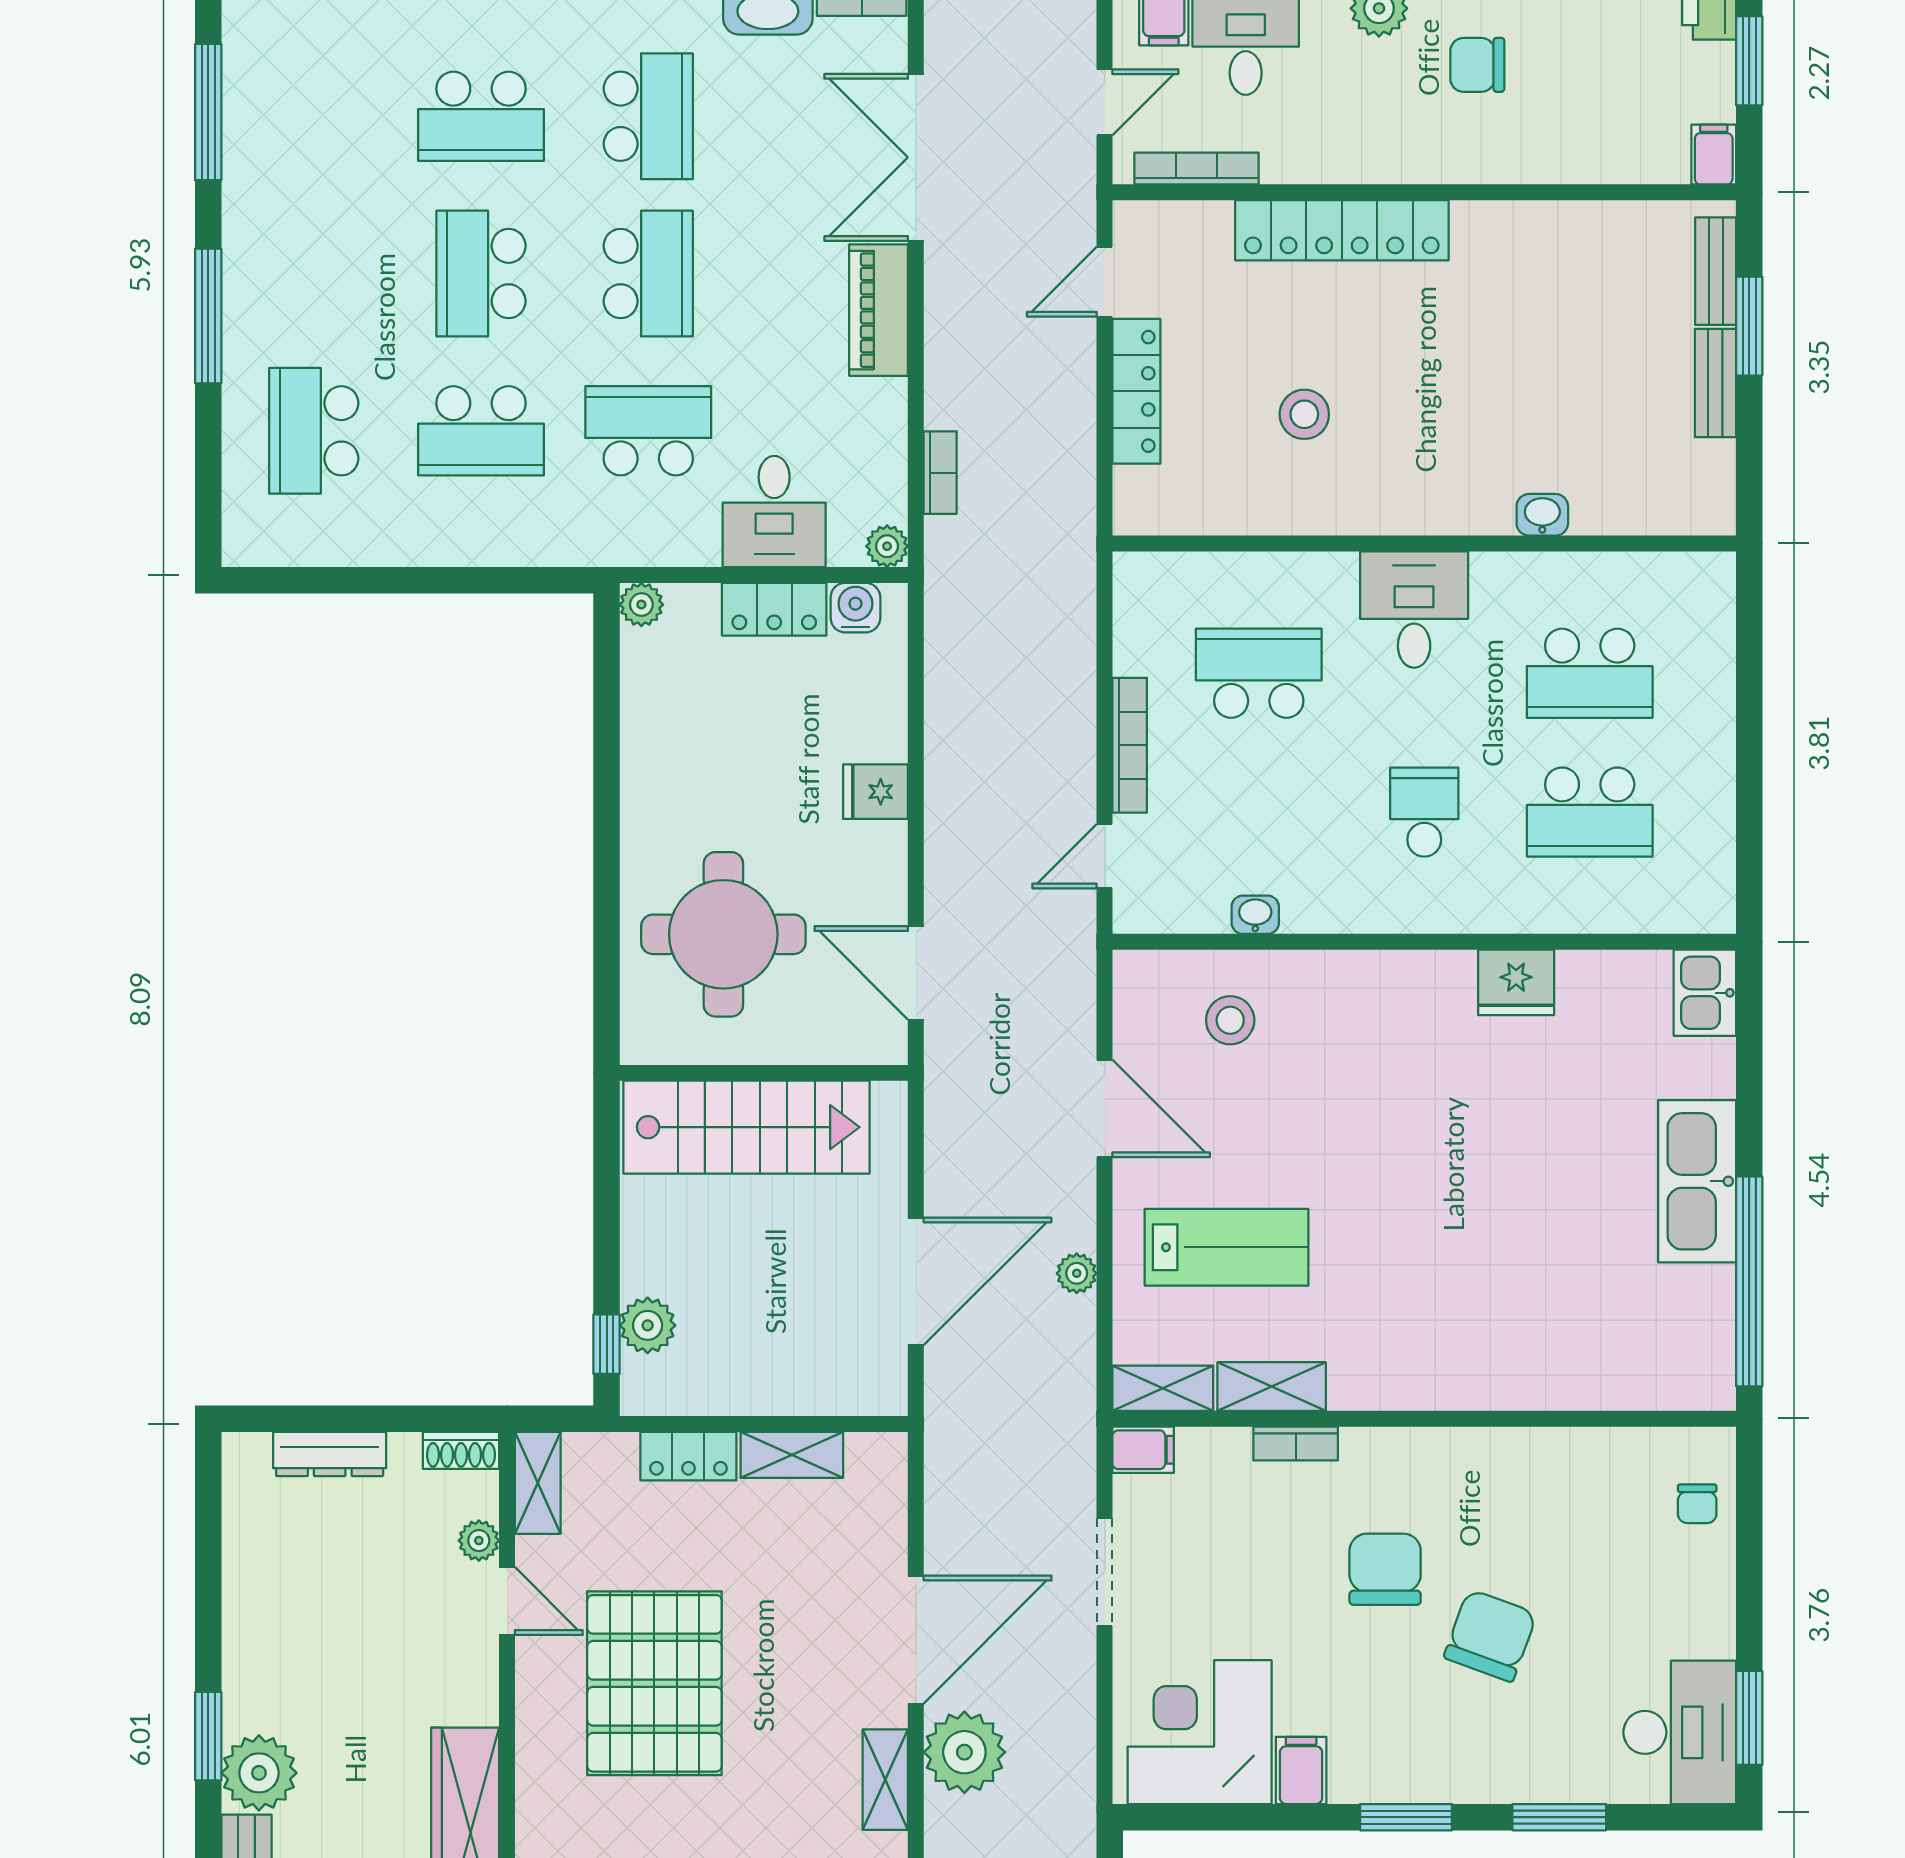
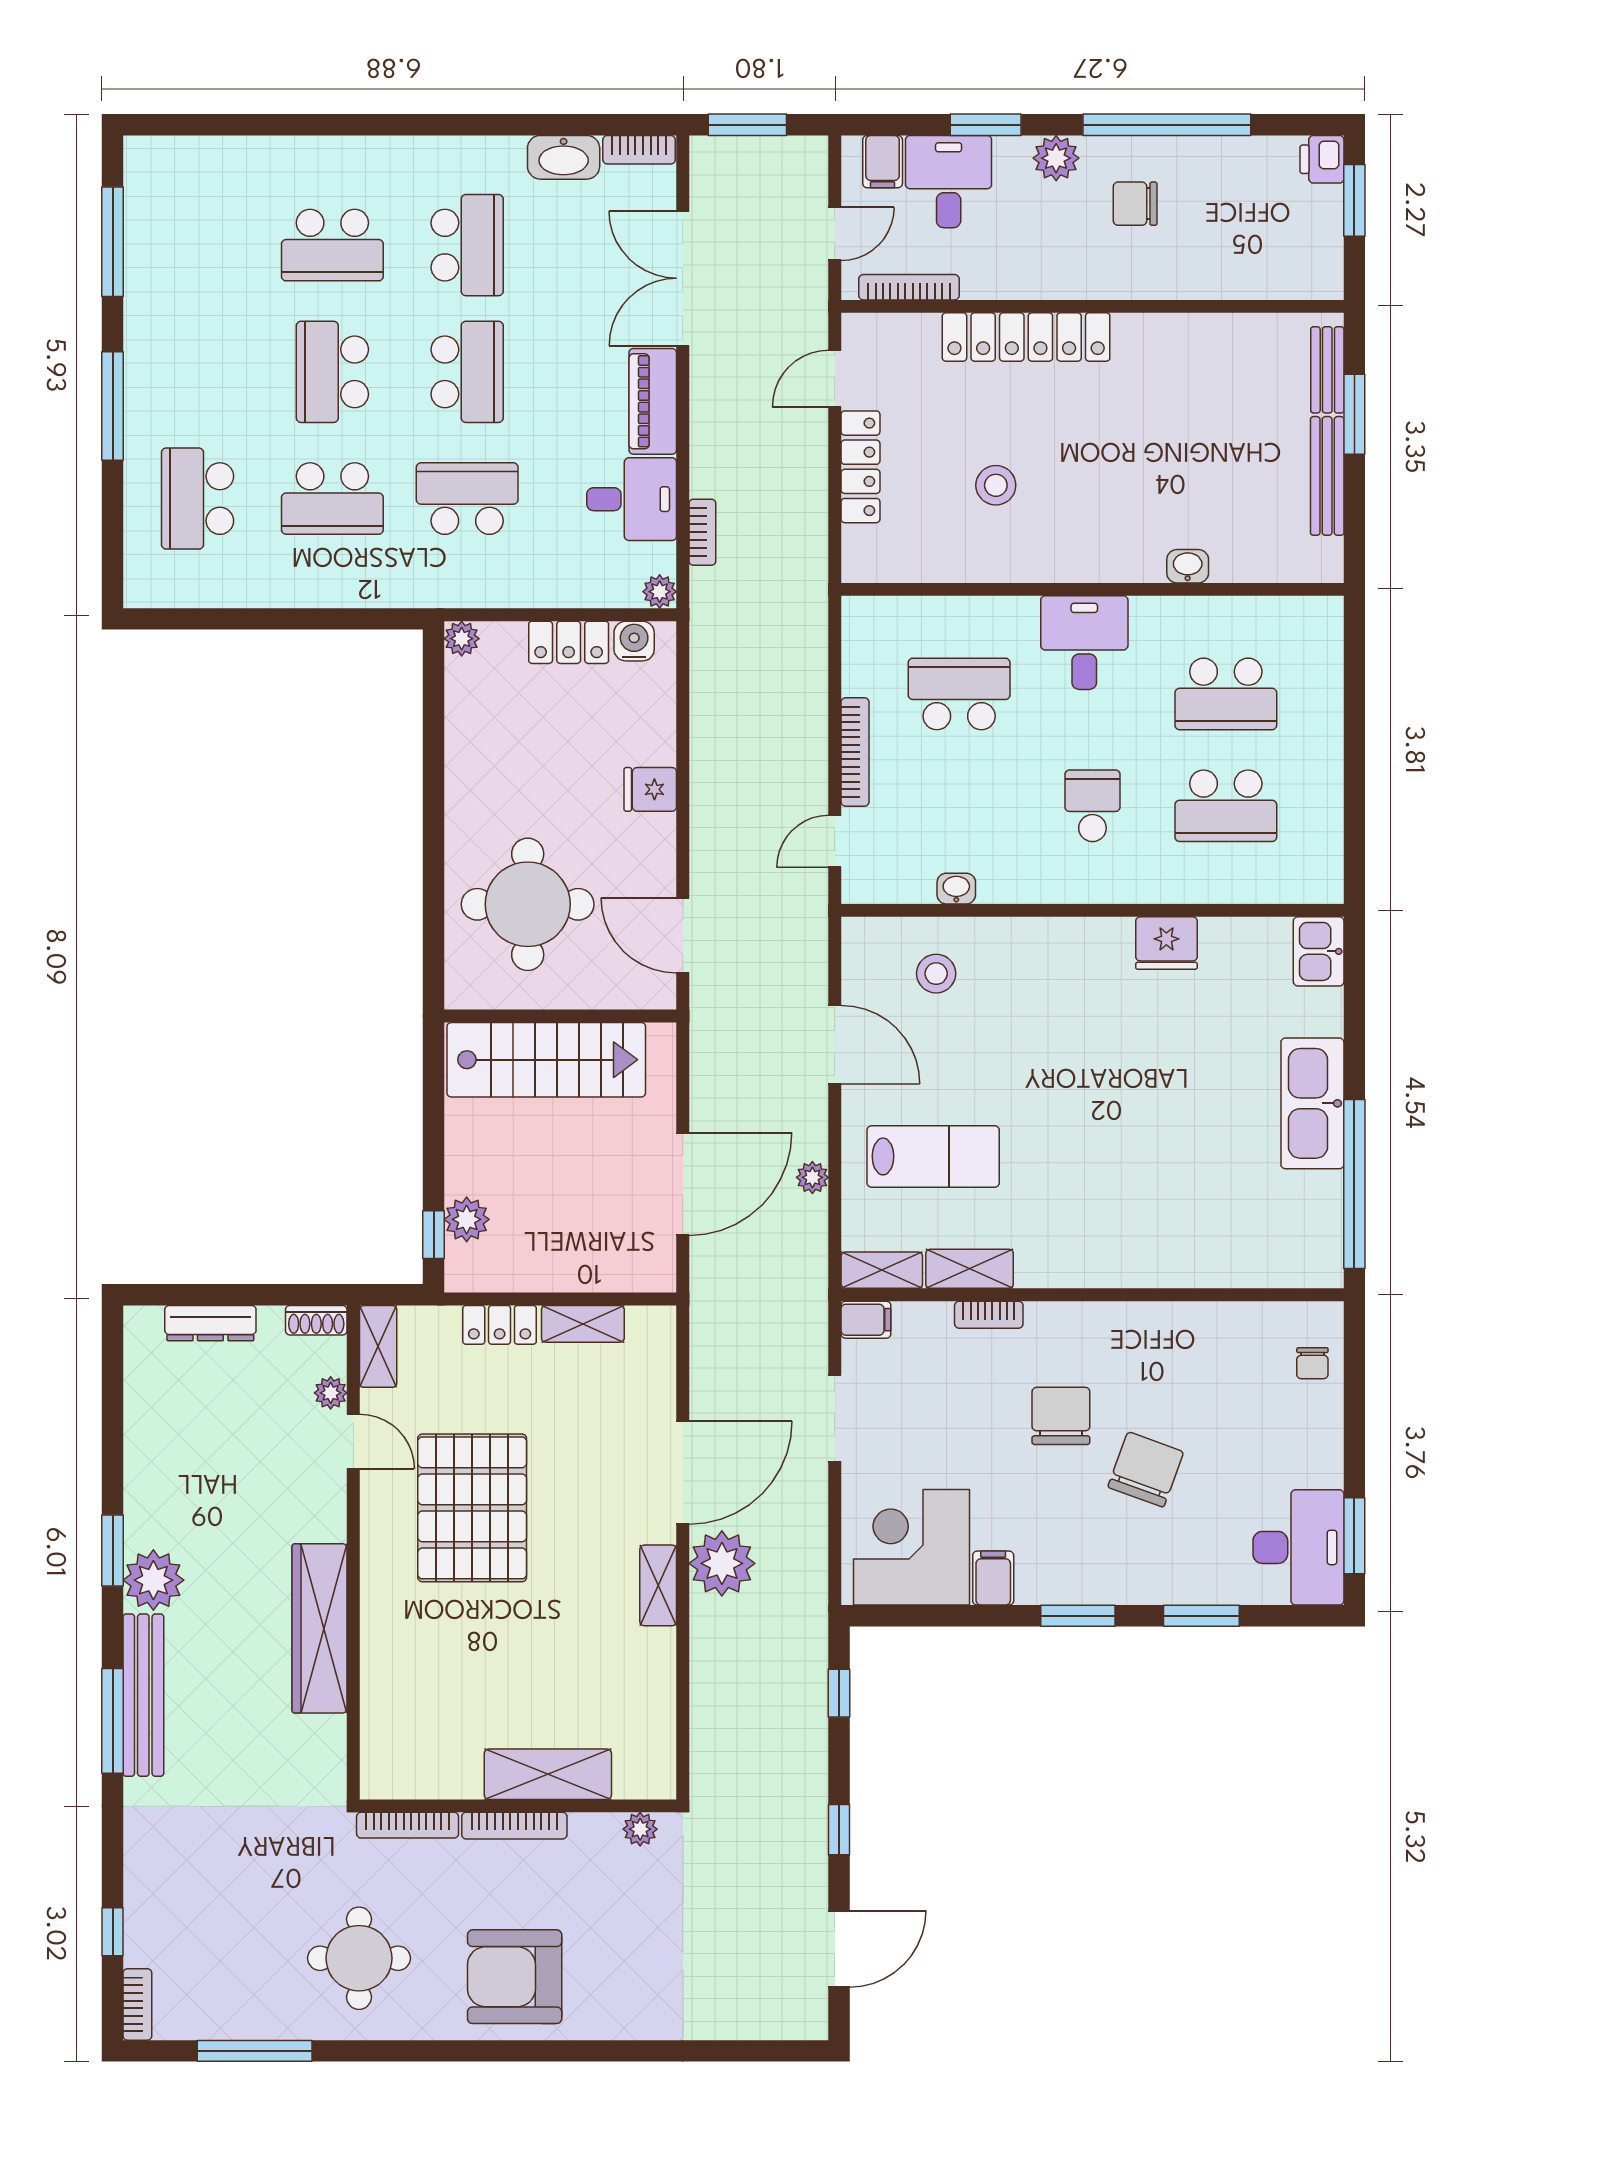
filing cabinet: (1714, 155) -> (1326, 276), removed
bench: (1715, 383) -> (1327, 476), width x1.36
desk: (774, 511) -> (632, 499), moved, turned -90

